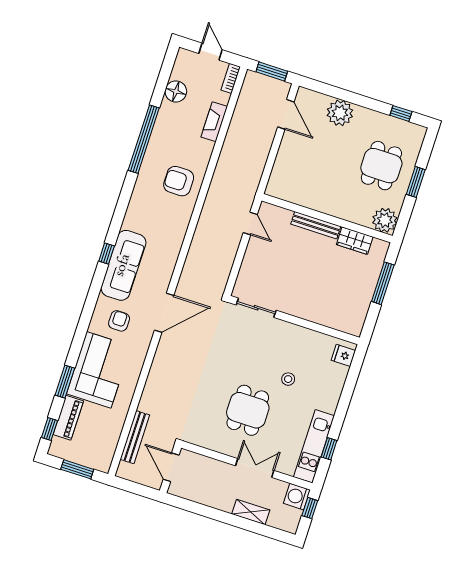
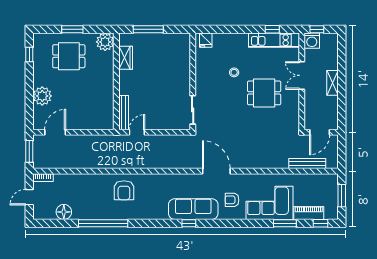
fireplace: (214, 122) -> (76, 179), removed
bench: (316, 225) -> (124, 113), moved
shelving: (251, 512) -> (332, 83), moved

